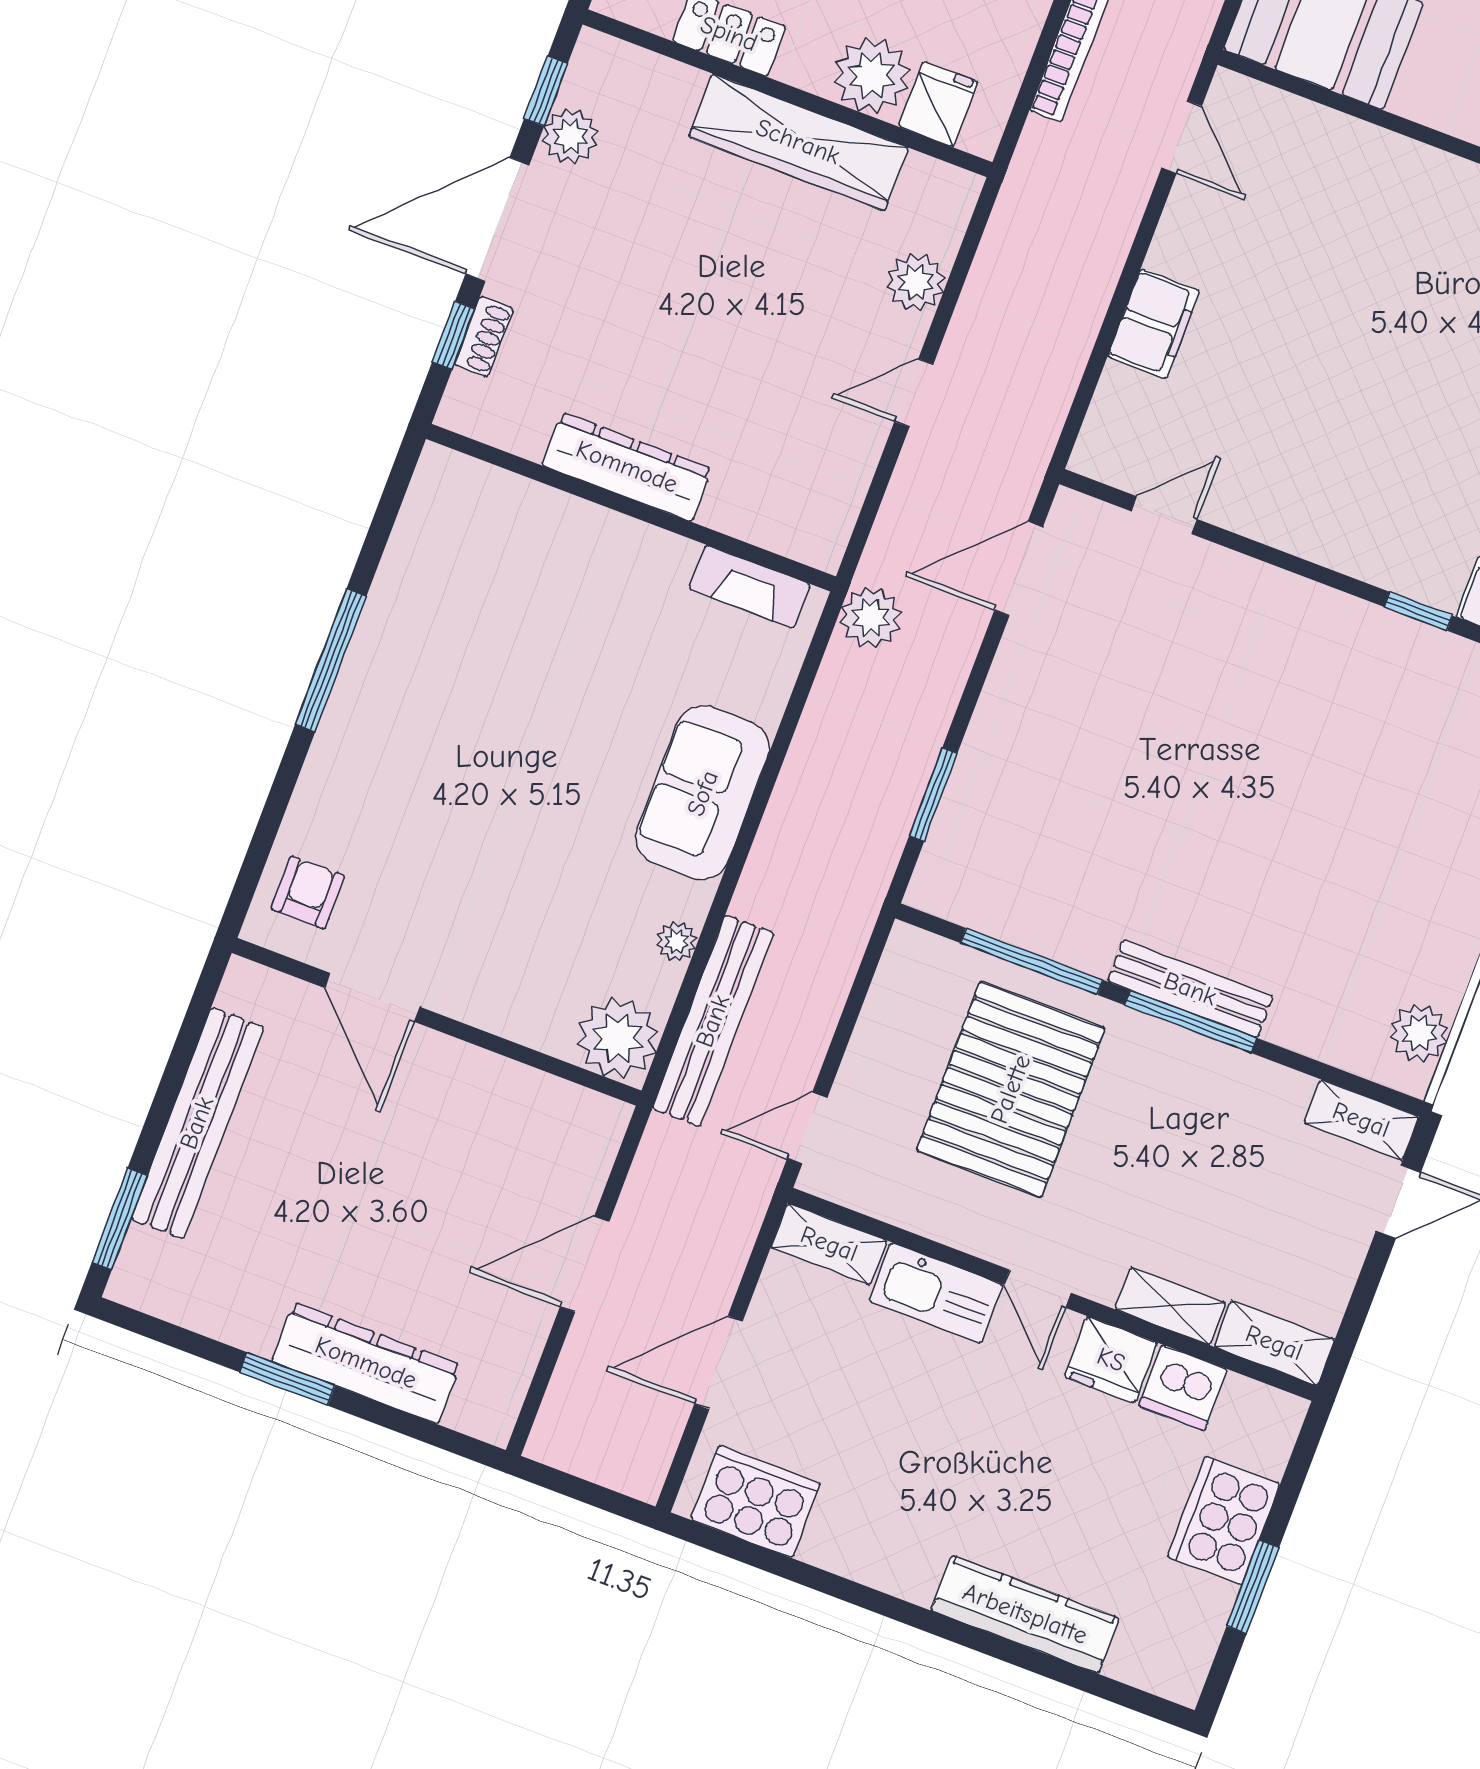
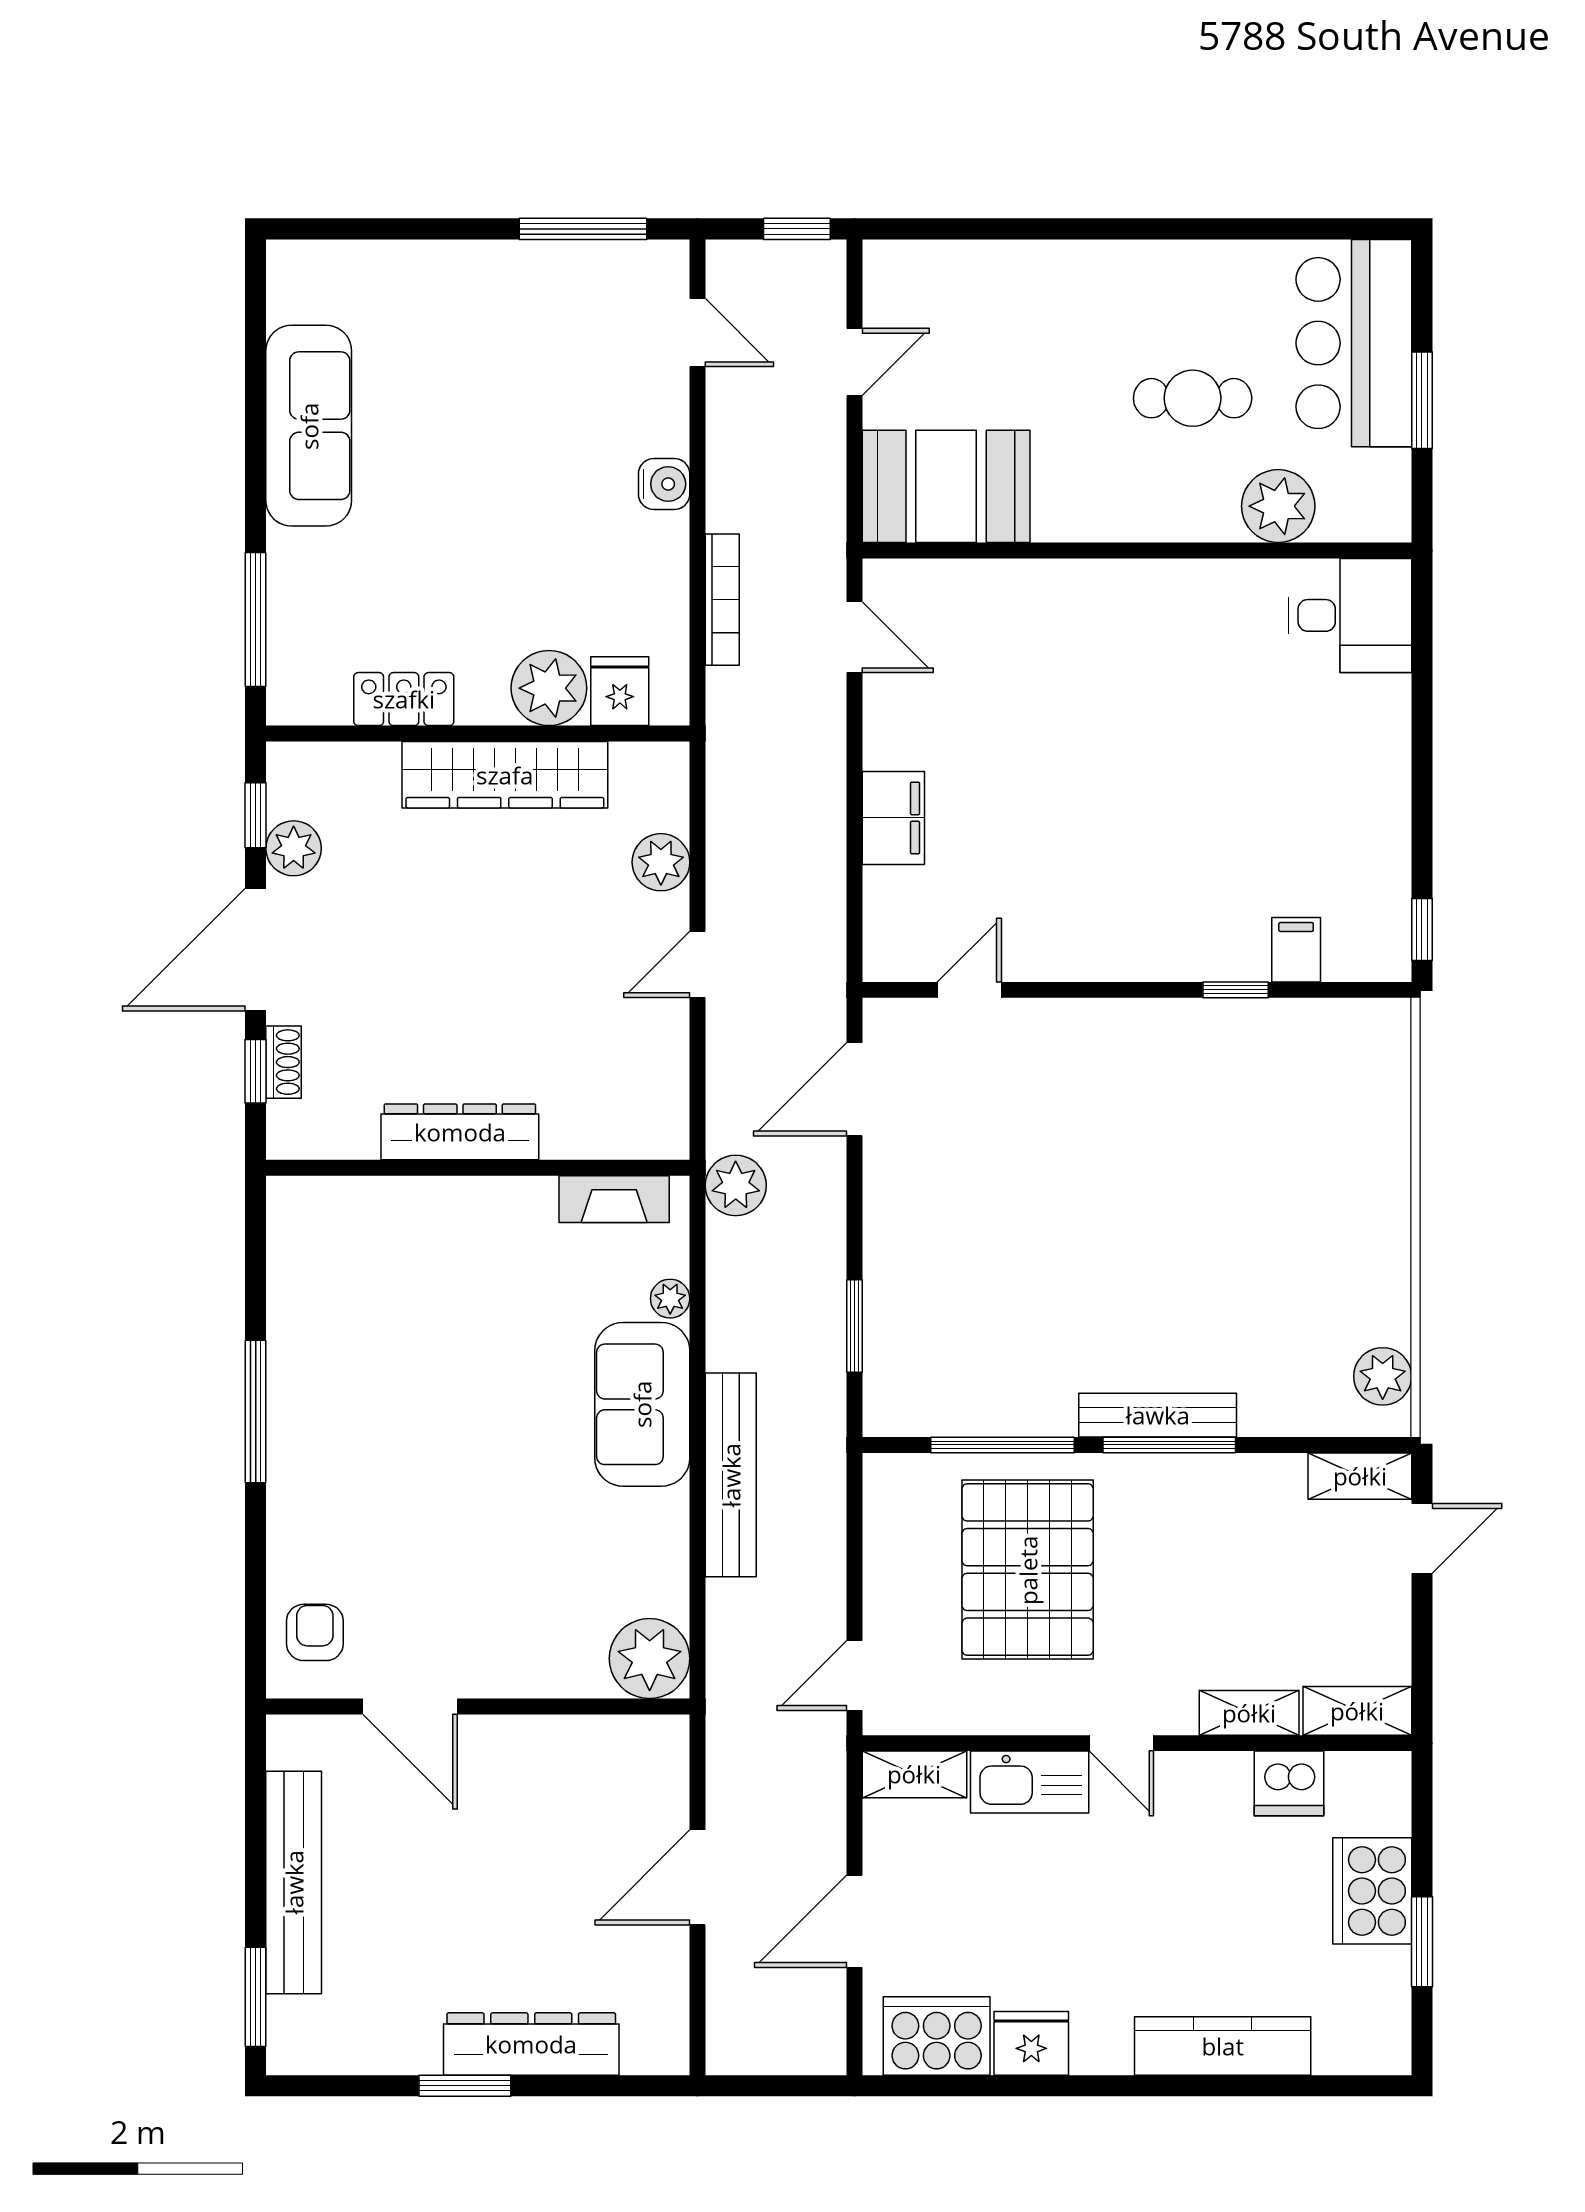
plant: (677, 941) -> (670, 1299), moved
bench: (713, 1021) -> (731, 1475), moved
fridge: (1111, 1360) -> (1031, 2043), moved, turned 180

